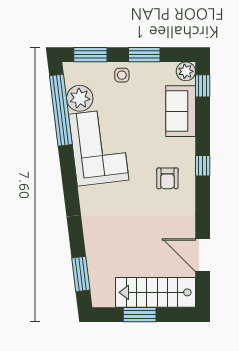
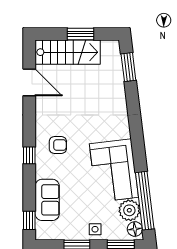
plant: (186, 71) -> (43, 232), removed
floor lamp: (73, 75) -> (135, 229), added
armchair: (167, 178) -> (58, 145), turned 90

